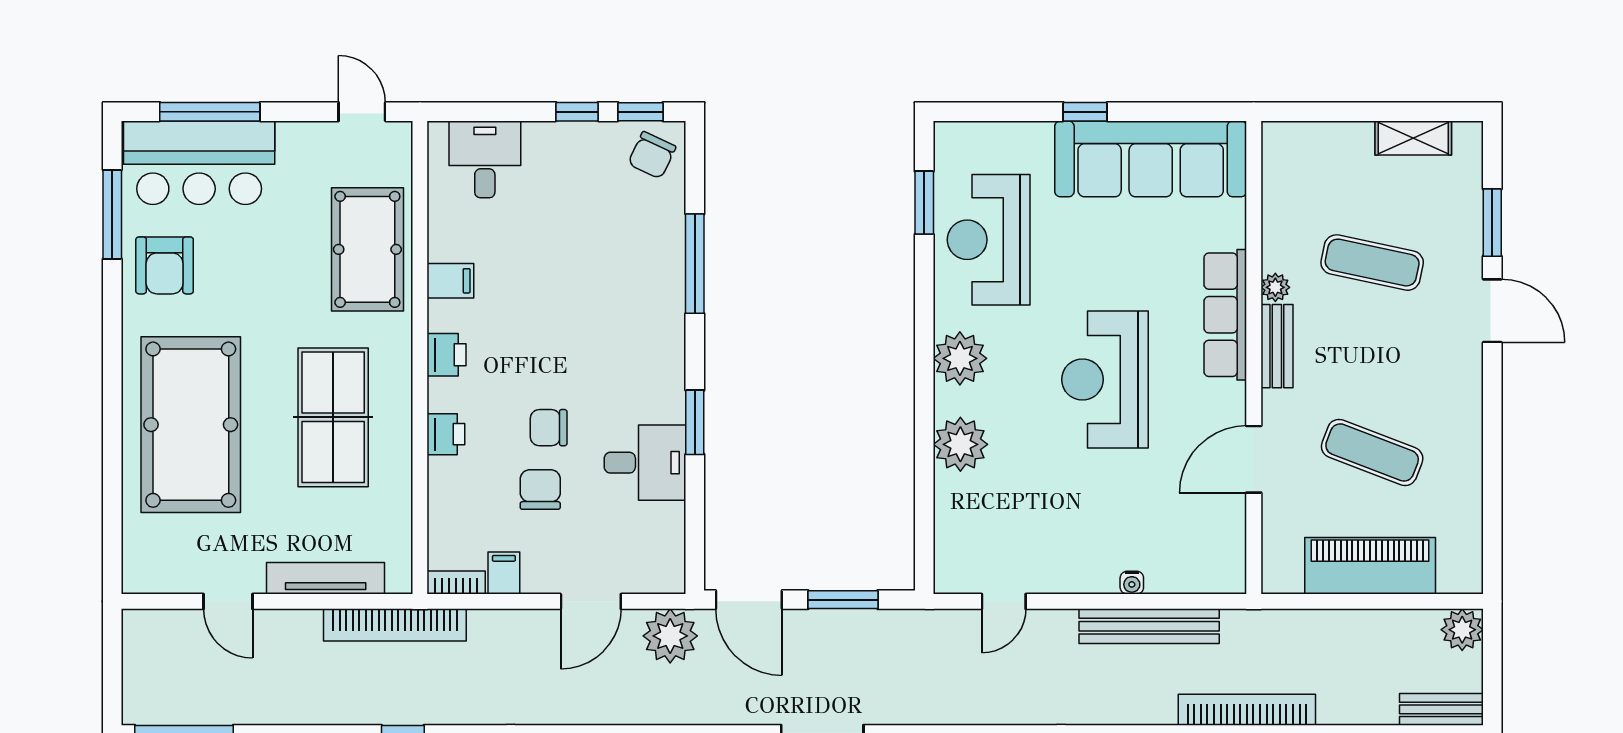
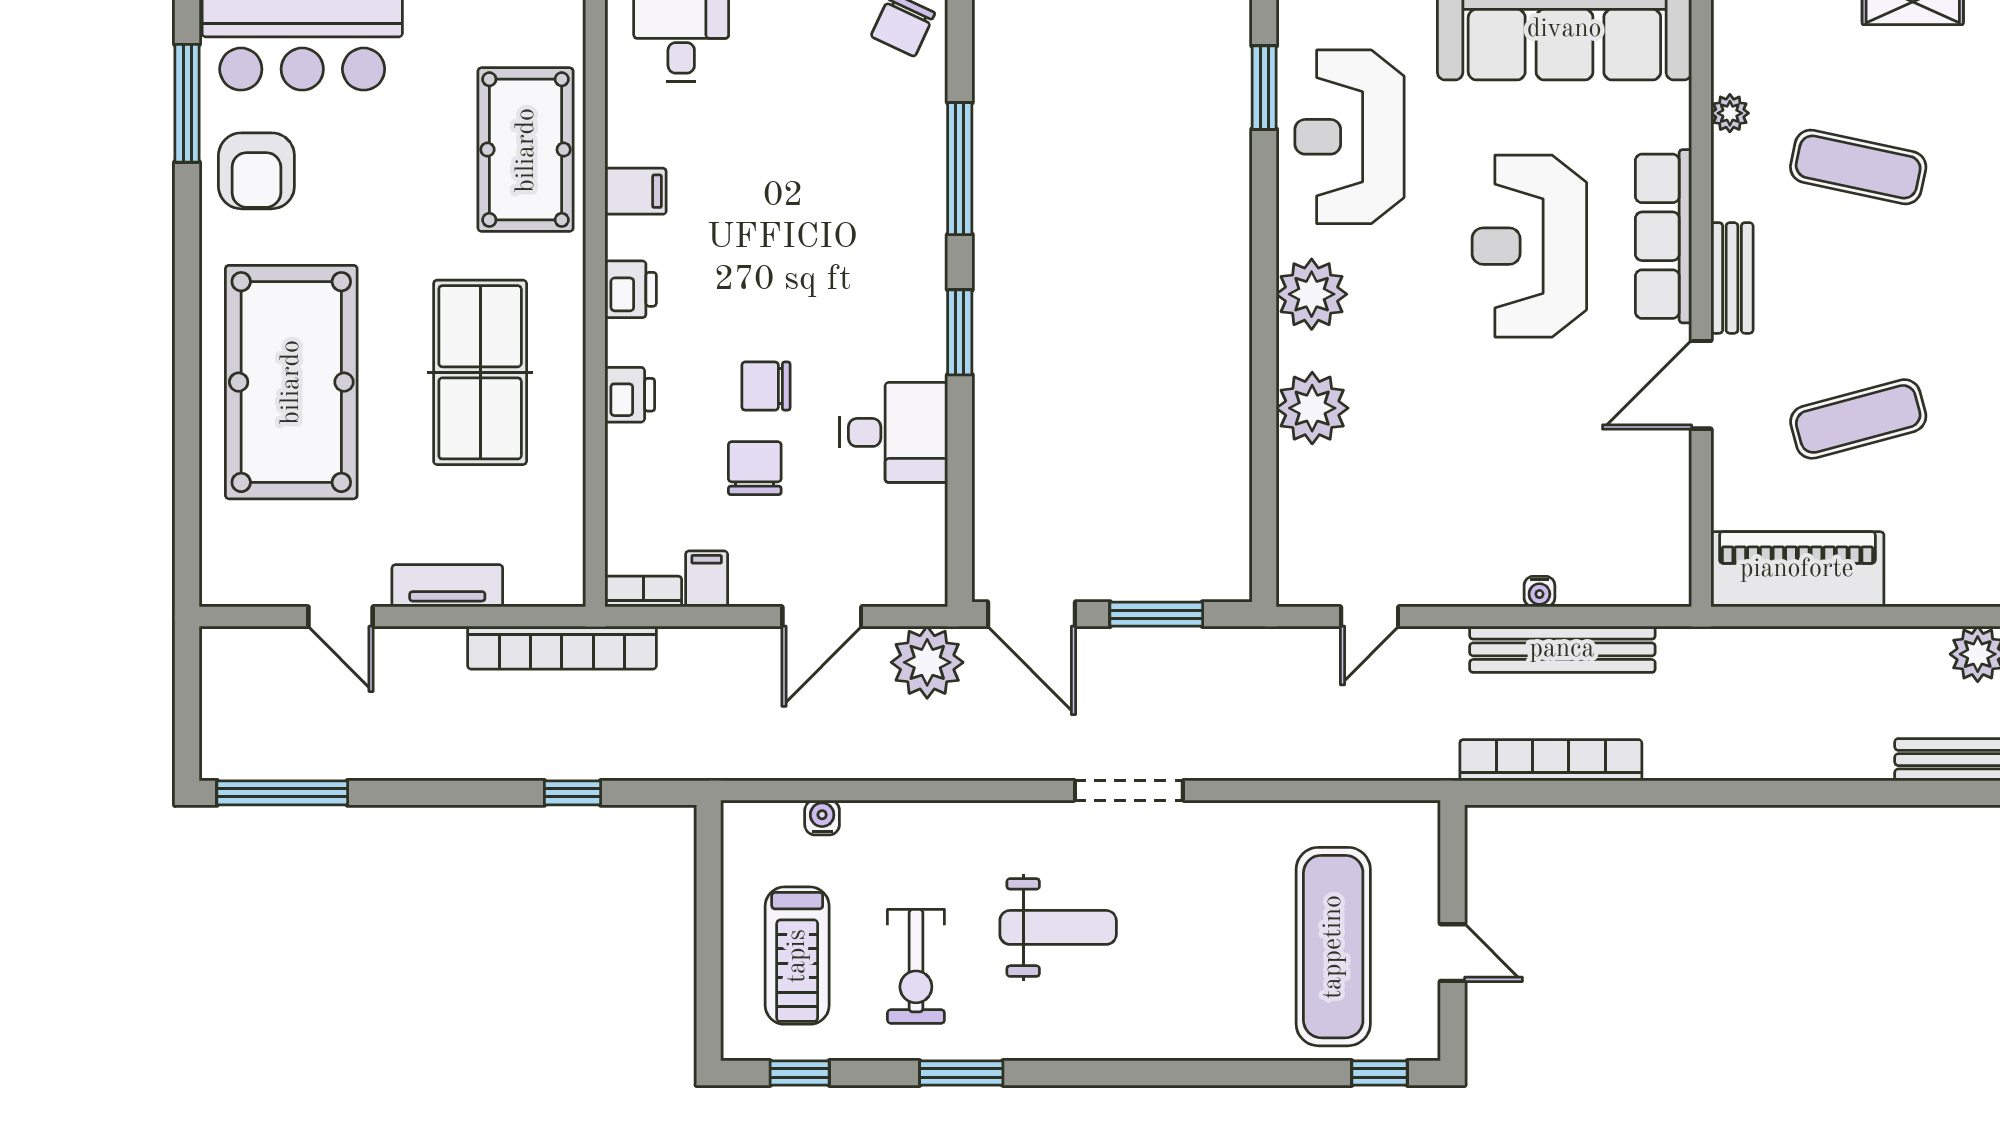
plant: (1275, 287) -> (1730, 113), moved
reception desk: (1105, 380) -> (1529, 246), moved
window: (695, 422) -> (960, 332), moved
exercise mat: (1372, 452) -> (1858, 419), turned -36
door: (1254, 459) -> (1701, 385), moved
piano: (1370, 566) -> (1797, 569), moved
tv unit: (326, 578) -> (447, 586), width x0.71
bookcase: (1247, 710) -> (1551, 760), moved

